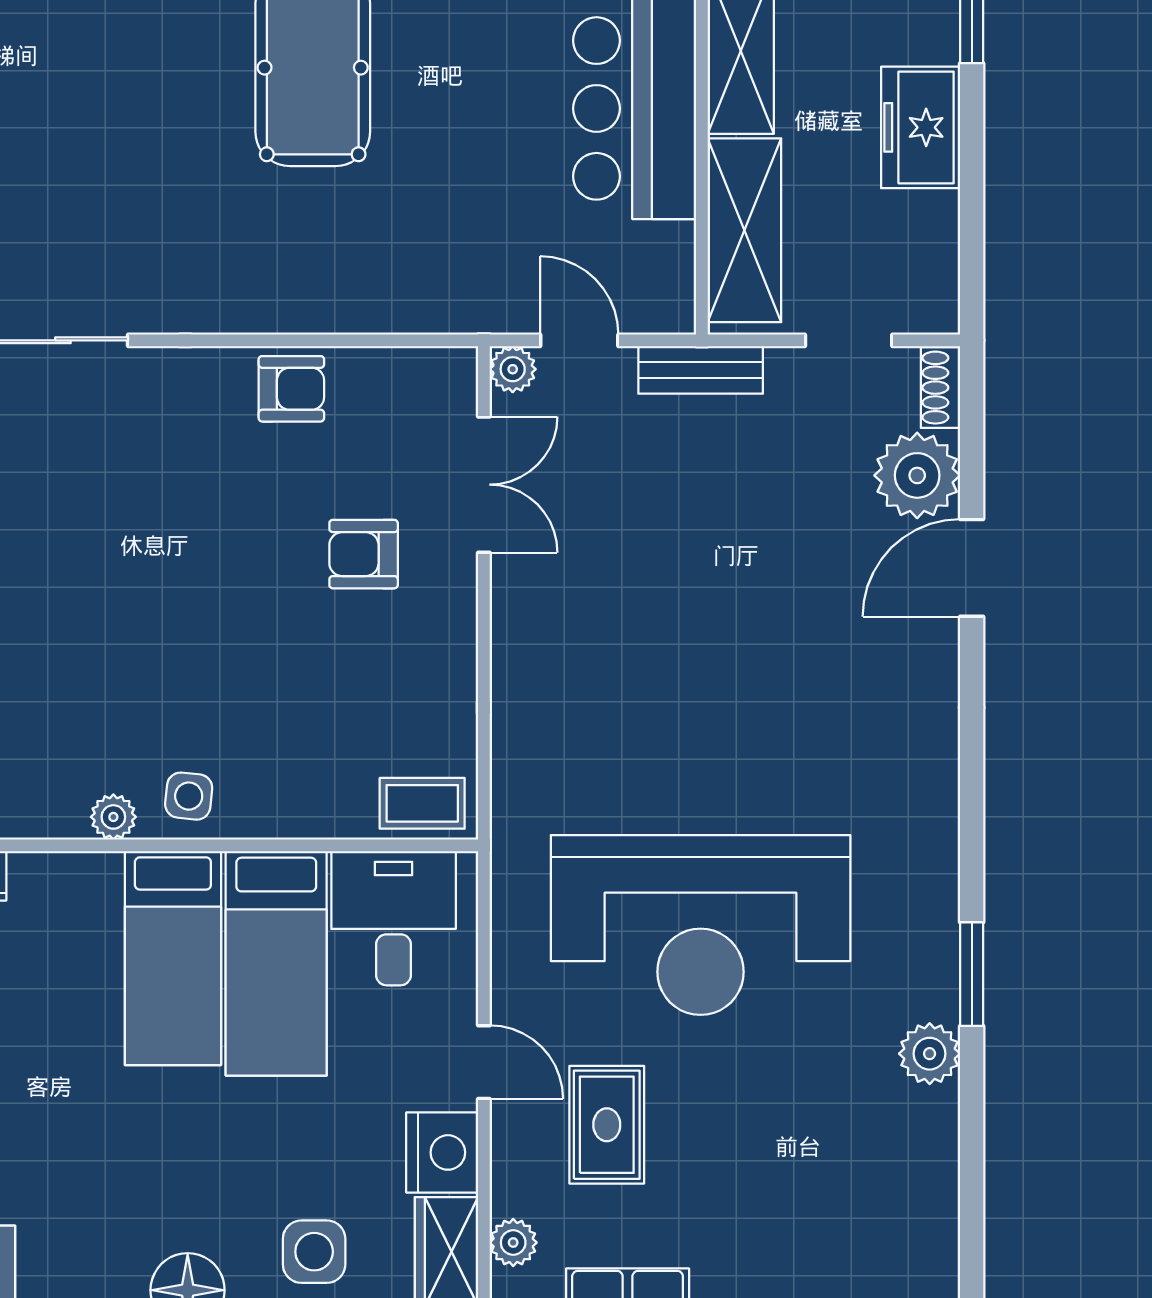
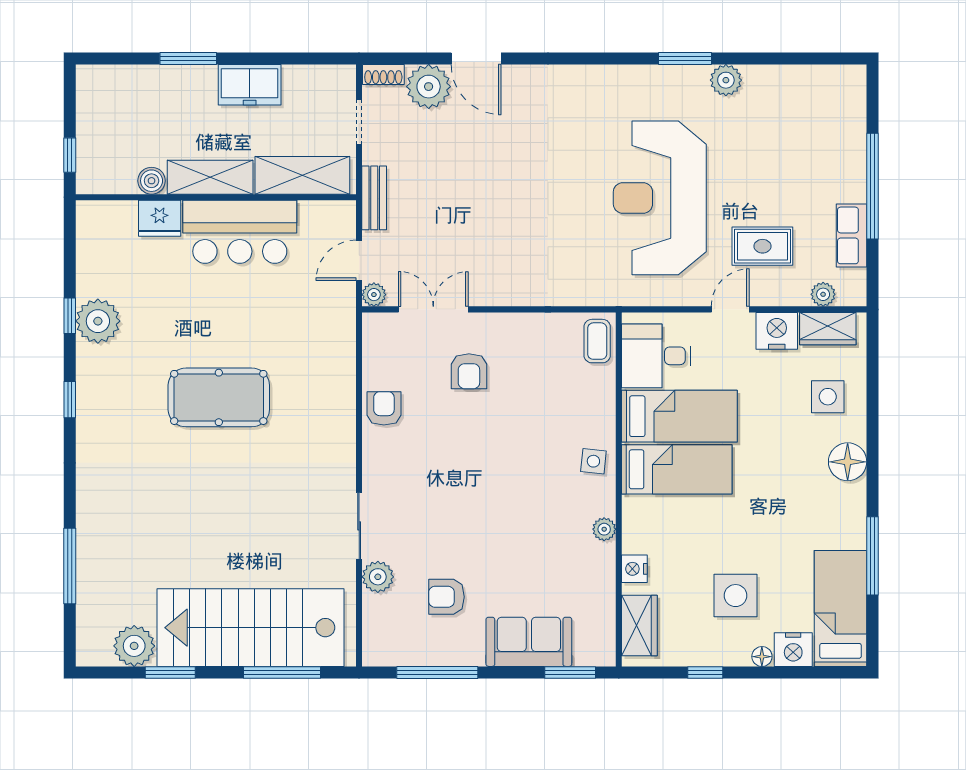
plant: (113, 817) -> (604, 529), moved
reception desk: (701, 925) -> (660, 198), turned 180

